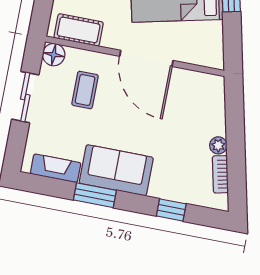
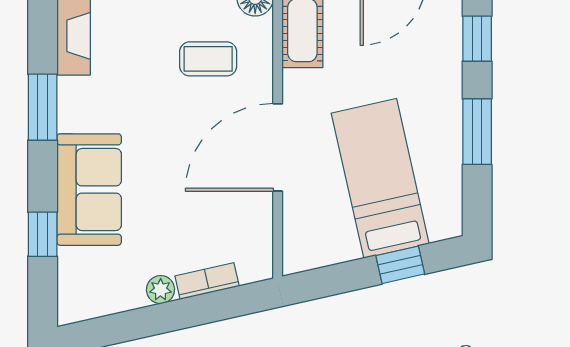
sofa: (116, 170) -> (89, 190), moved
bookcase: (220, 174) -> (207, 281), moved

